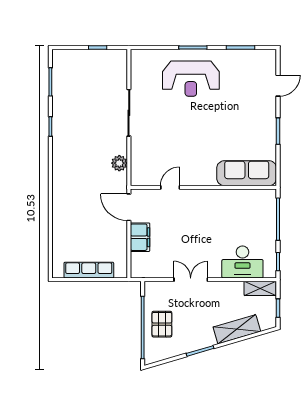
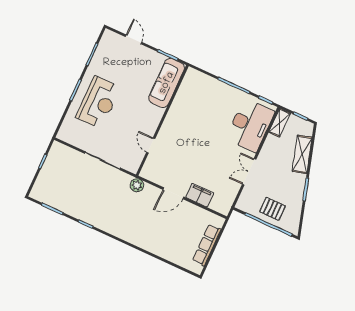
sofa: (247, 173) -> (167, 83), moved
door: (170, 187) -> (151, 145), moved
wall: (203, 187) -> (162, 120), moved
desk: (242, 262) -> (250, 125), width x1.36, depth x1.30

